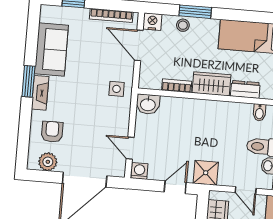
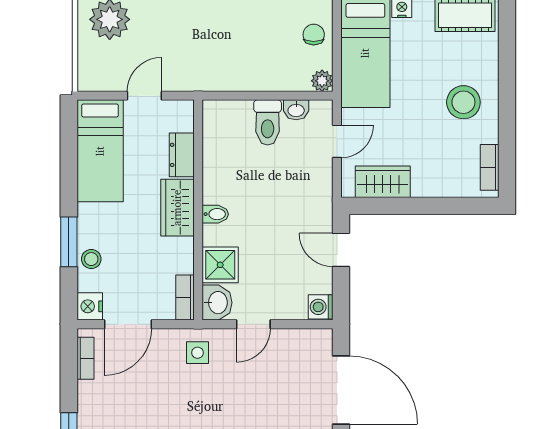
bookcase: (111, 15) -> (85, 358), width x0.64
bookcase: (177, 86) -> (185, 298), moved
bidet: (259, 112) -> (215, 214), moved
door: (130, 148) -> (253, 324), moved
shower: (206, 173) -> (220, 265), moved

